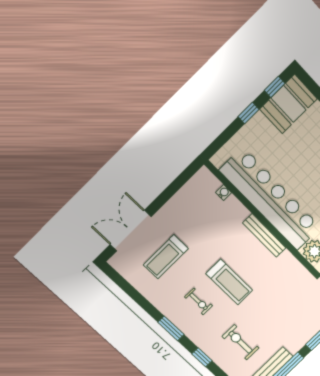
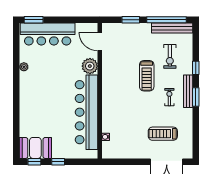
bench: (264, 235) -> (188, 91), moved
treadmill: (166, 257) -> (163, 134), turned 180
treadmill: (229, 282) -> (147, 76), moved, turned 180

